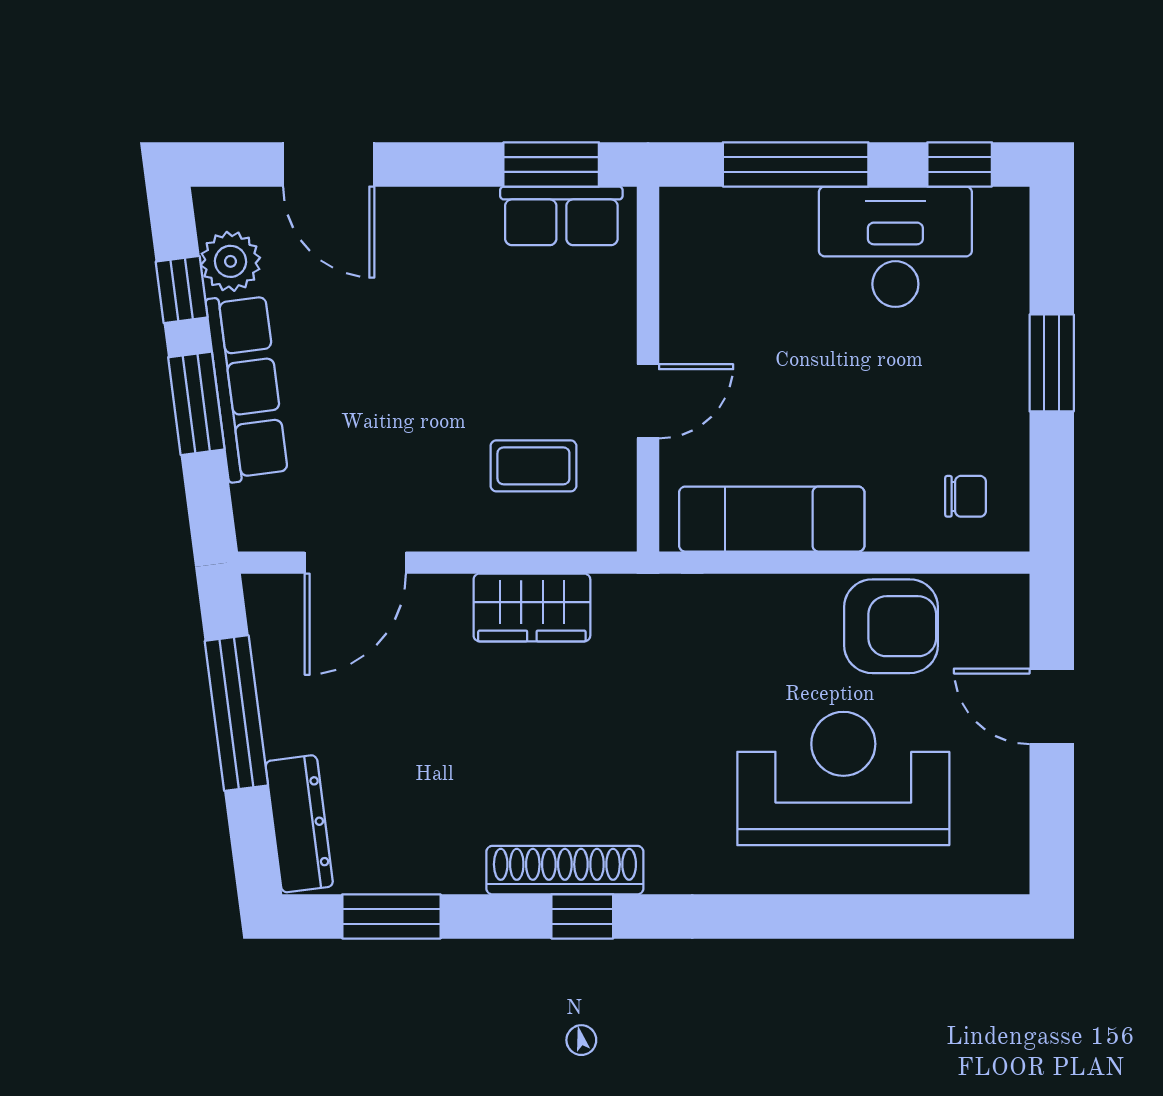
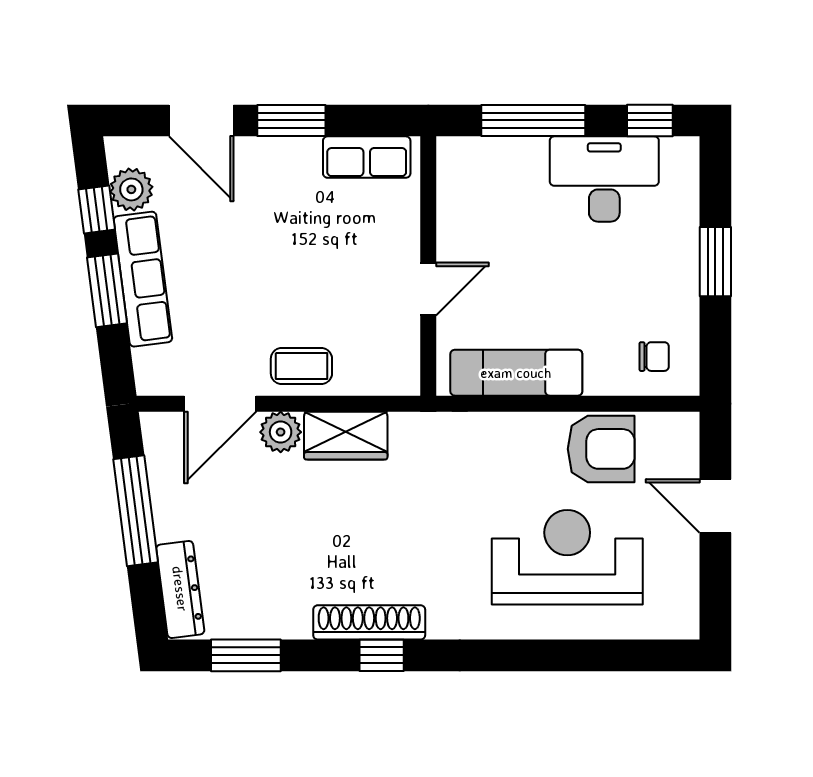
window: (551, 164) -> (291, 120), moved
coffee table: (533, 466) -> (301, 366), moved
plant: (440, 602) -> (281, 432), added

